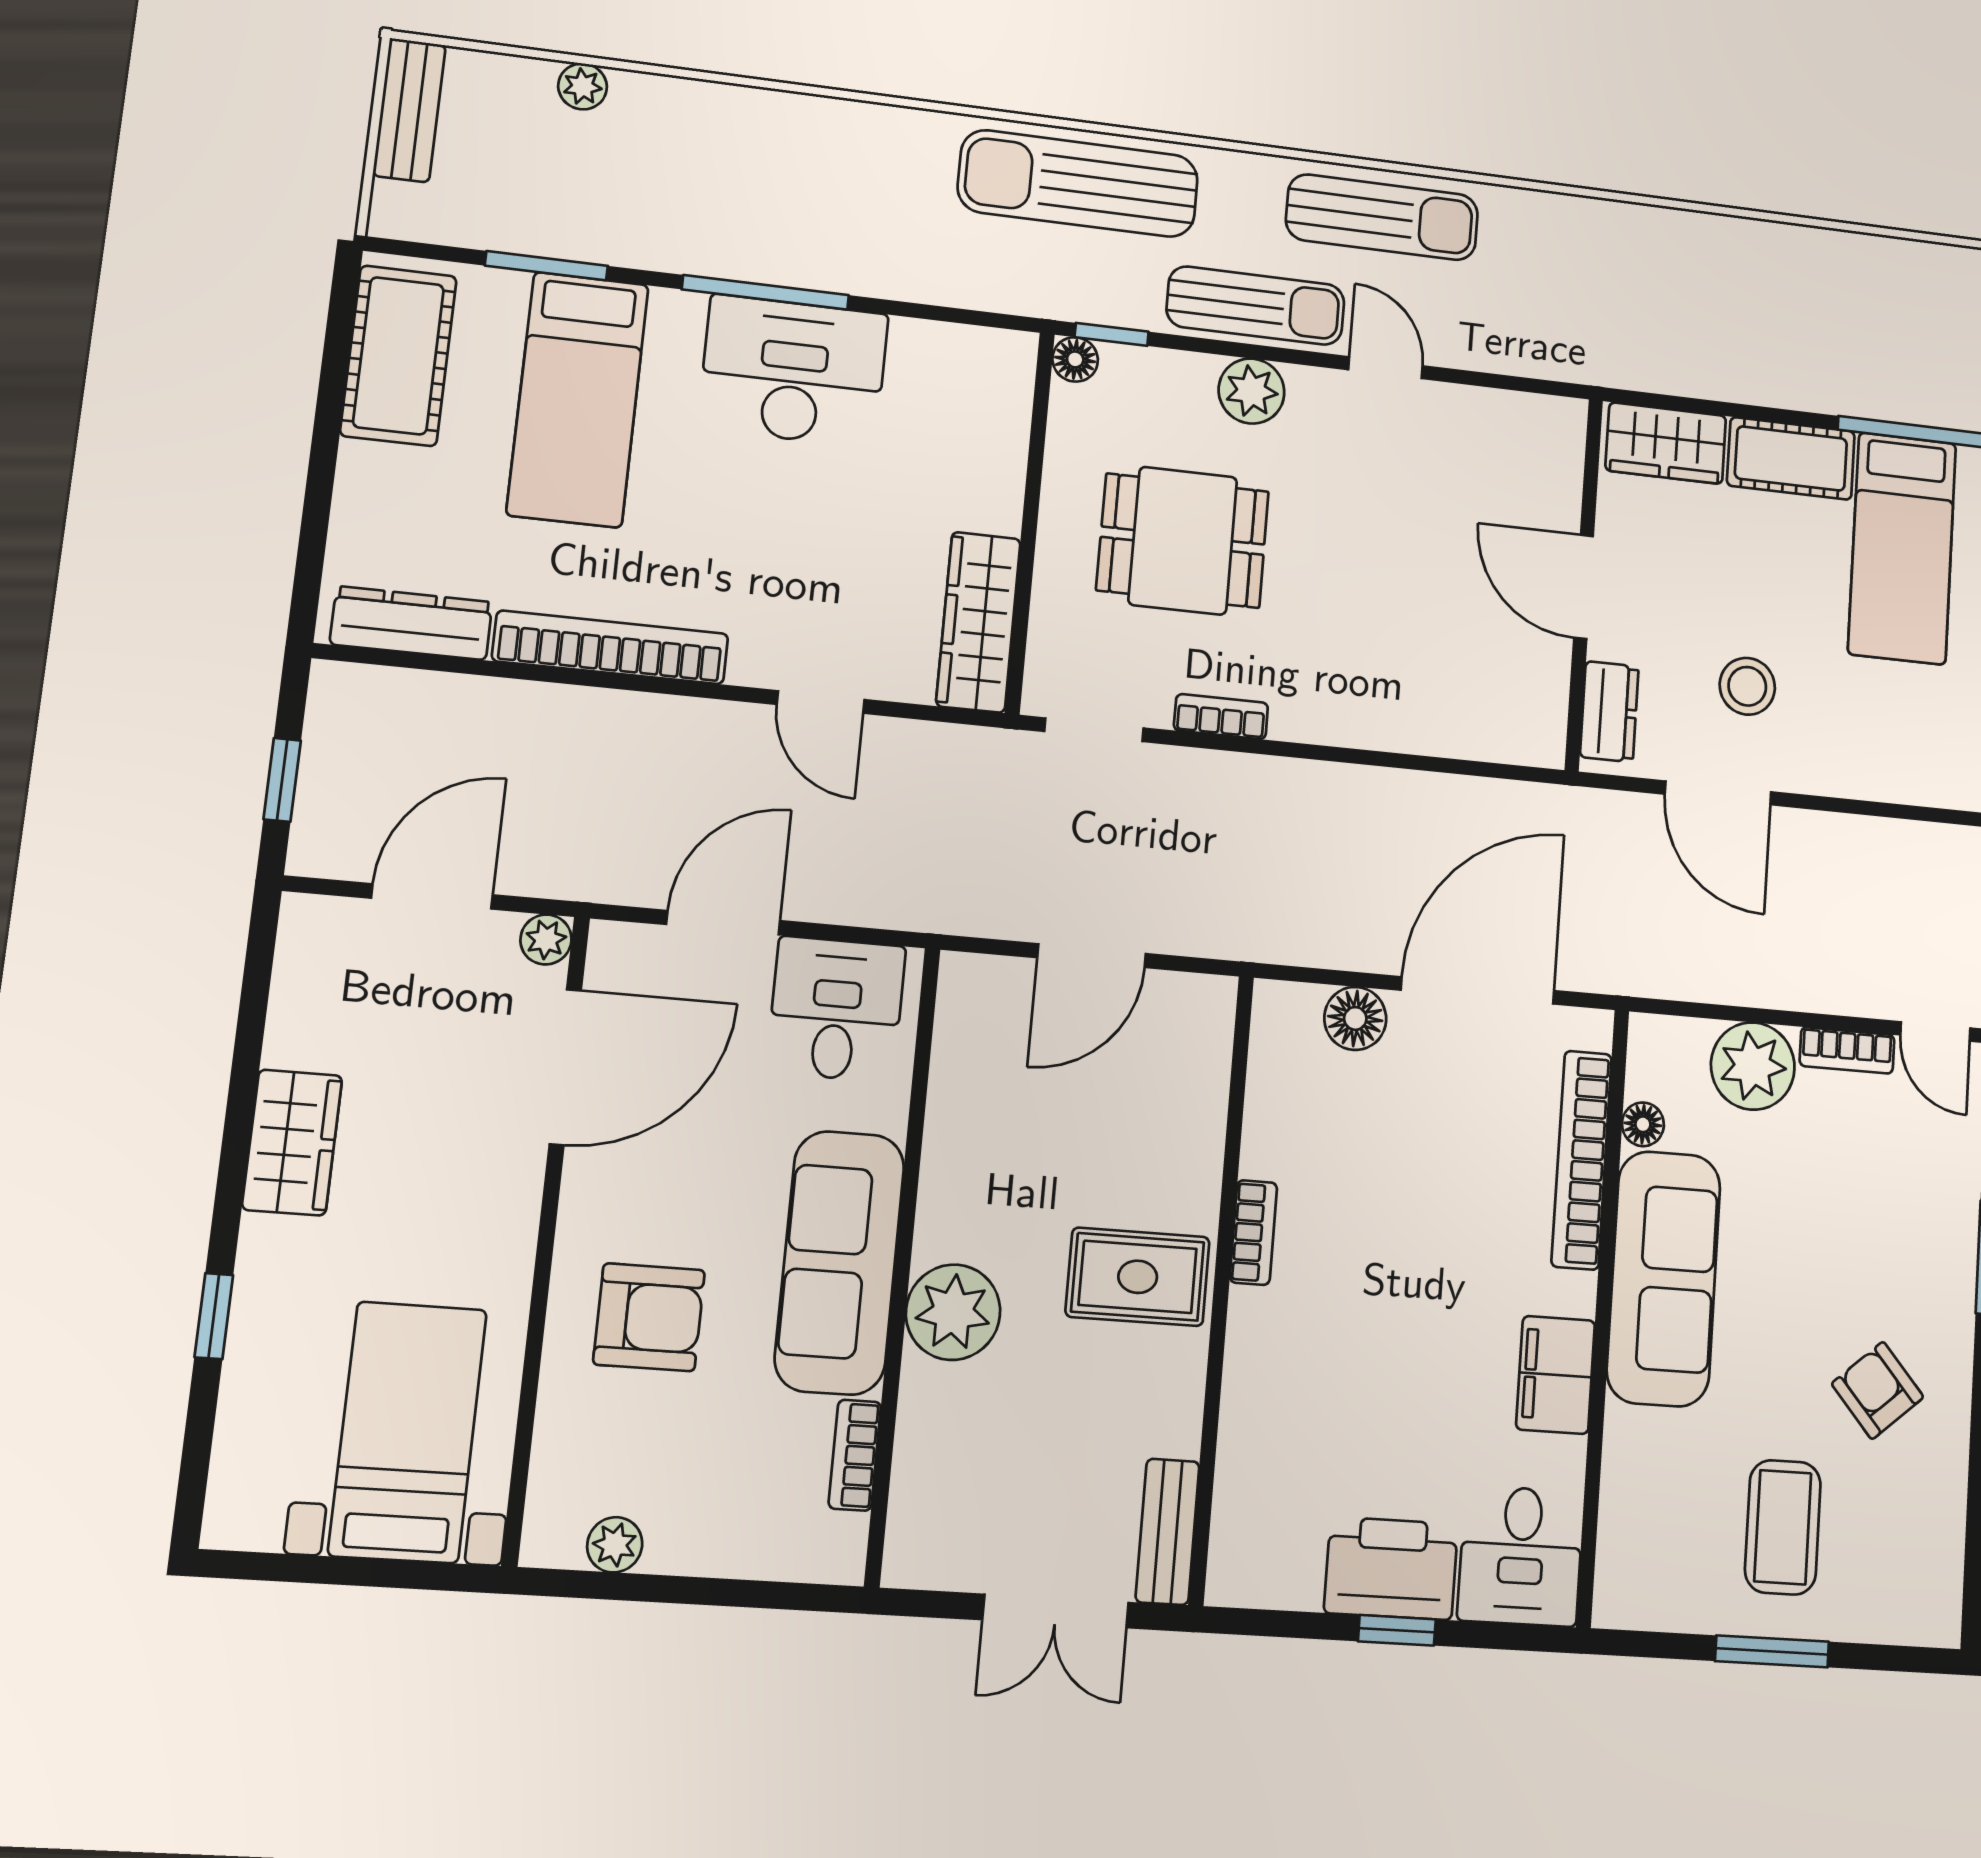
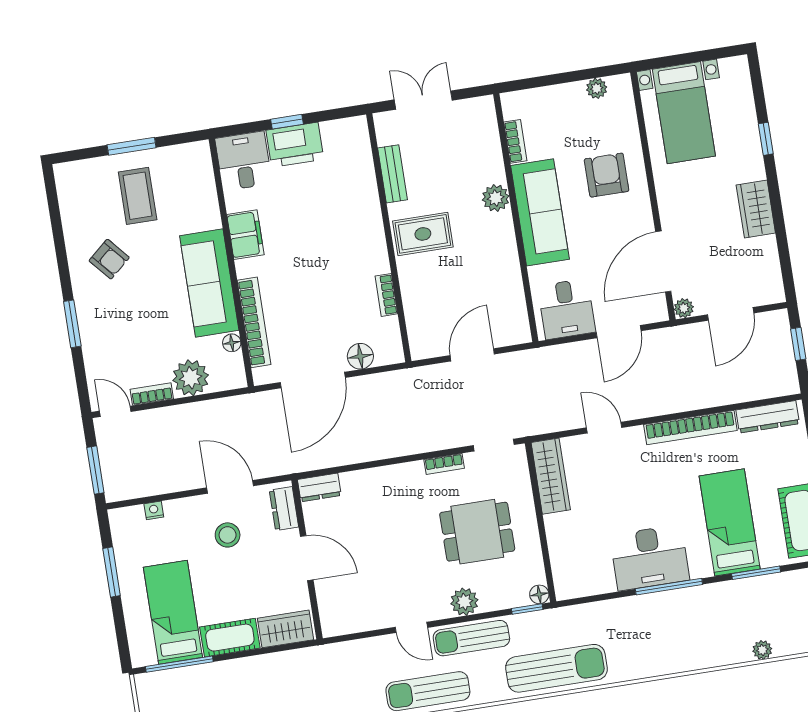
dresser: (1519, 738) -> (319, 487), added
nightstand: (1897, 785) -> (154, 510), added
bookcase: (1253, 1232) -> (386, 295), moved
plant: (953, 1312) -> (496, 198), width x0.73, depth x0.73
armchair: (649, 1317) -> (607, 175), turned 90
bench: (1167, 1532) -> (393, 174), moved

